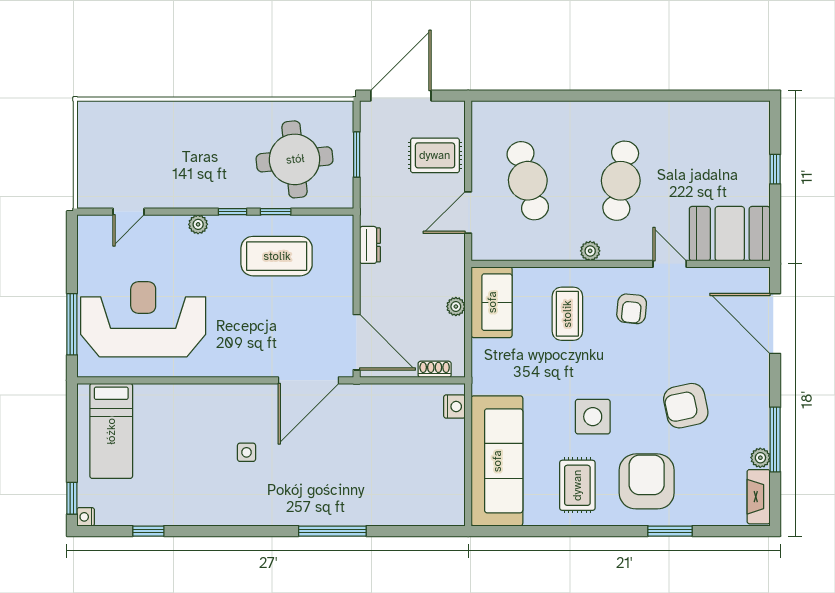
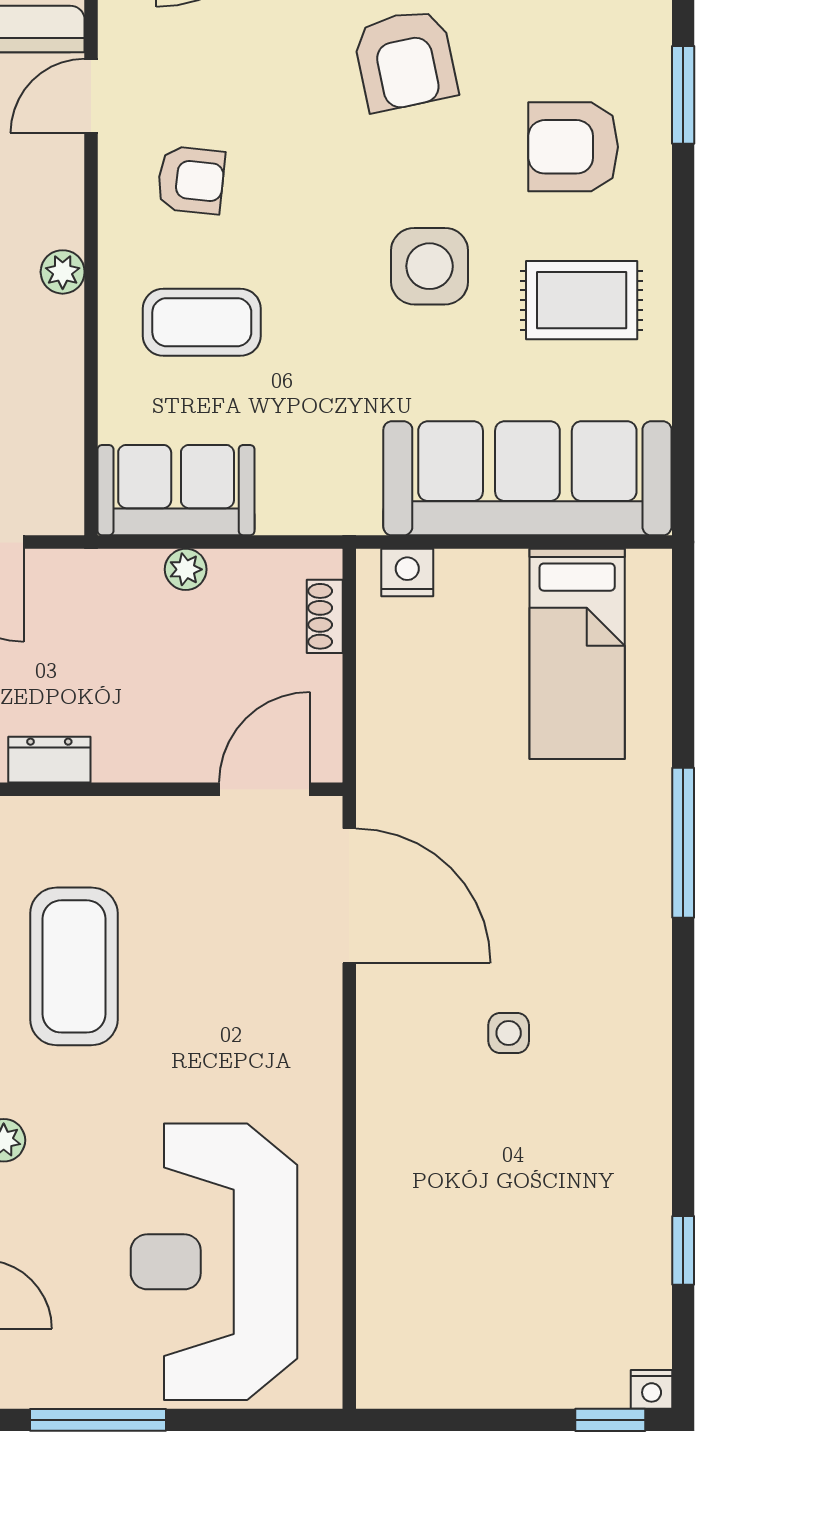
window: (72, 324) -> (98, 1420), moved
door: (357, 342) -> (265, 789), width x0.73
bed: (111, 431) -> (577, 654), moved, turned 90
armchair: (647, 481) -> (573, 147), width x0.73, depth x0.73

